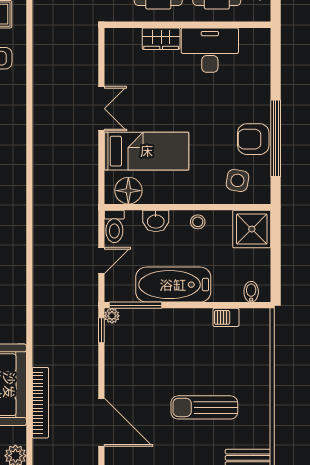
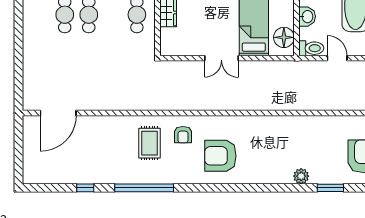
double door: (101, 109) -> (221, 58), swing flipped

